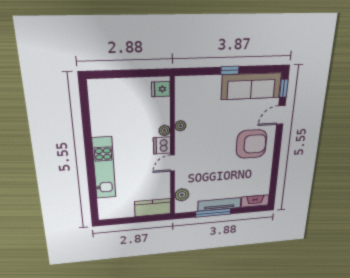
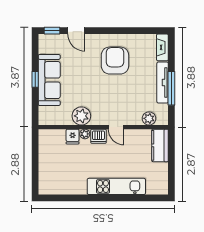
sofa: (251, 86) -> (49, 80), moved
fridge: (161, 89) -> (73, 137), moved
plant: (180, 126) -> (81, 116), width x1.88, depth x1.88
armchair: (251, 144) -> (115, 61), moved

